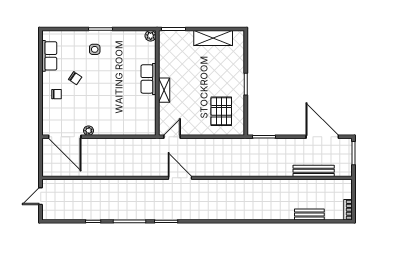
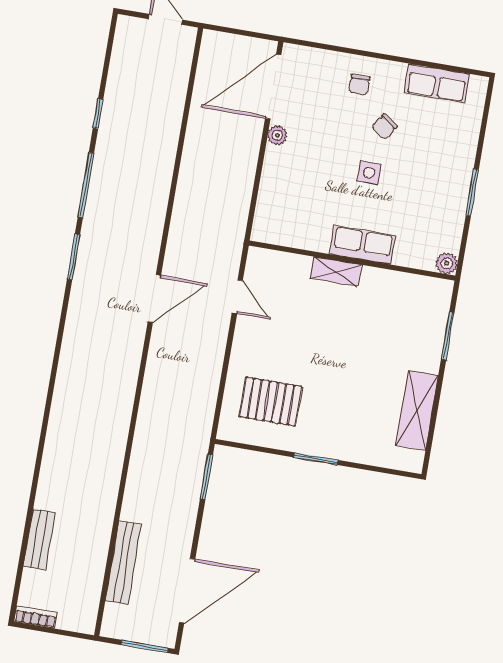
plant: (151, 36) -> (447, 263), moved
side table: (95, 49) -> (369, 173), moved
row of seats: (149, 79) -> (363, 245), moved
wall: (157, 83) -> (352, 261), moved
shelving: (164, 90) -> (336, 272), moved

